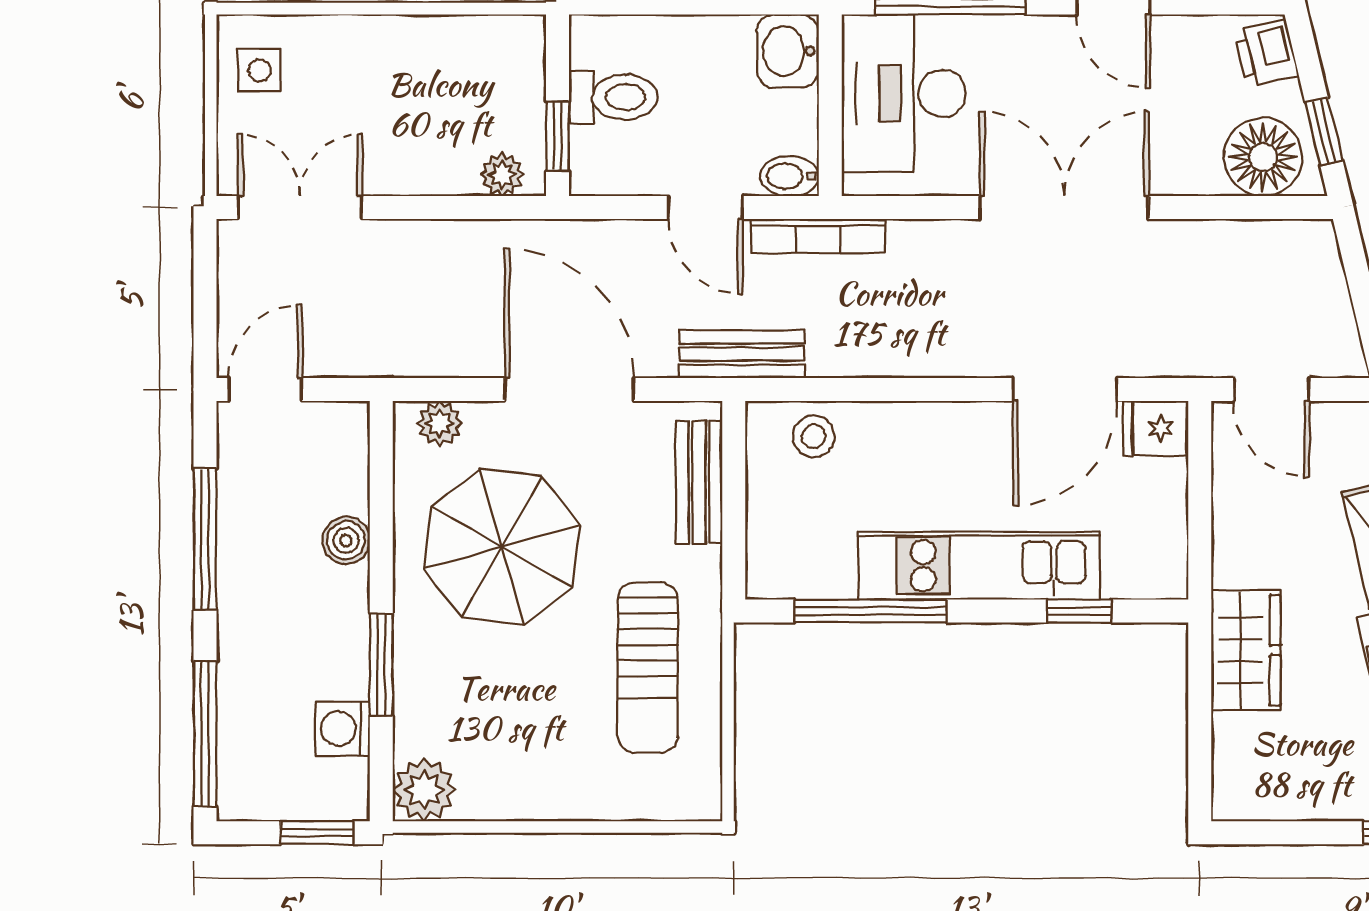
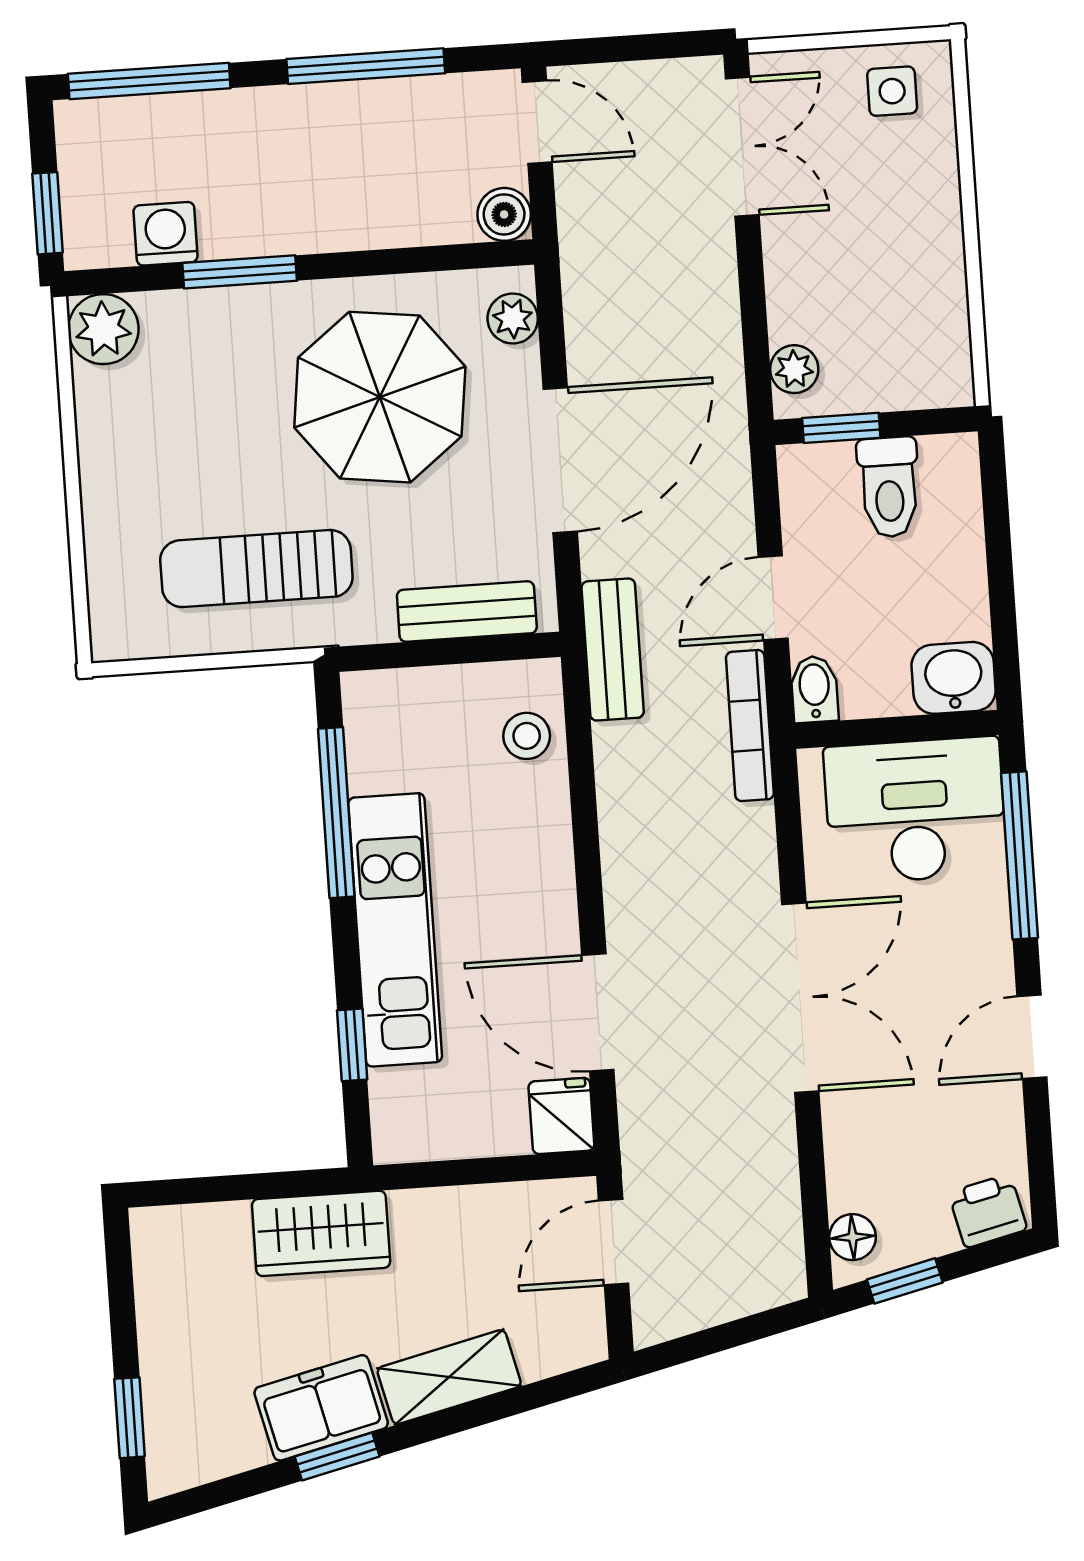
floor lamp: (1263, 157) -> (853, 1237), width x0.53, depth x0.53
boiler: (346, 540) -> (504, 214), moved

